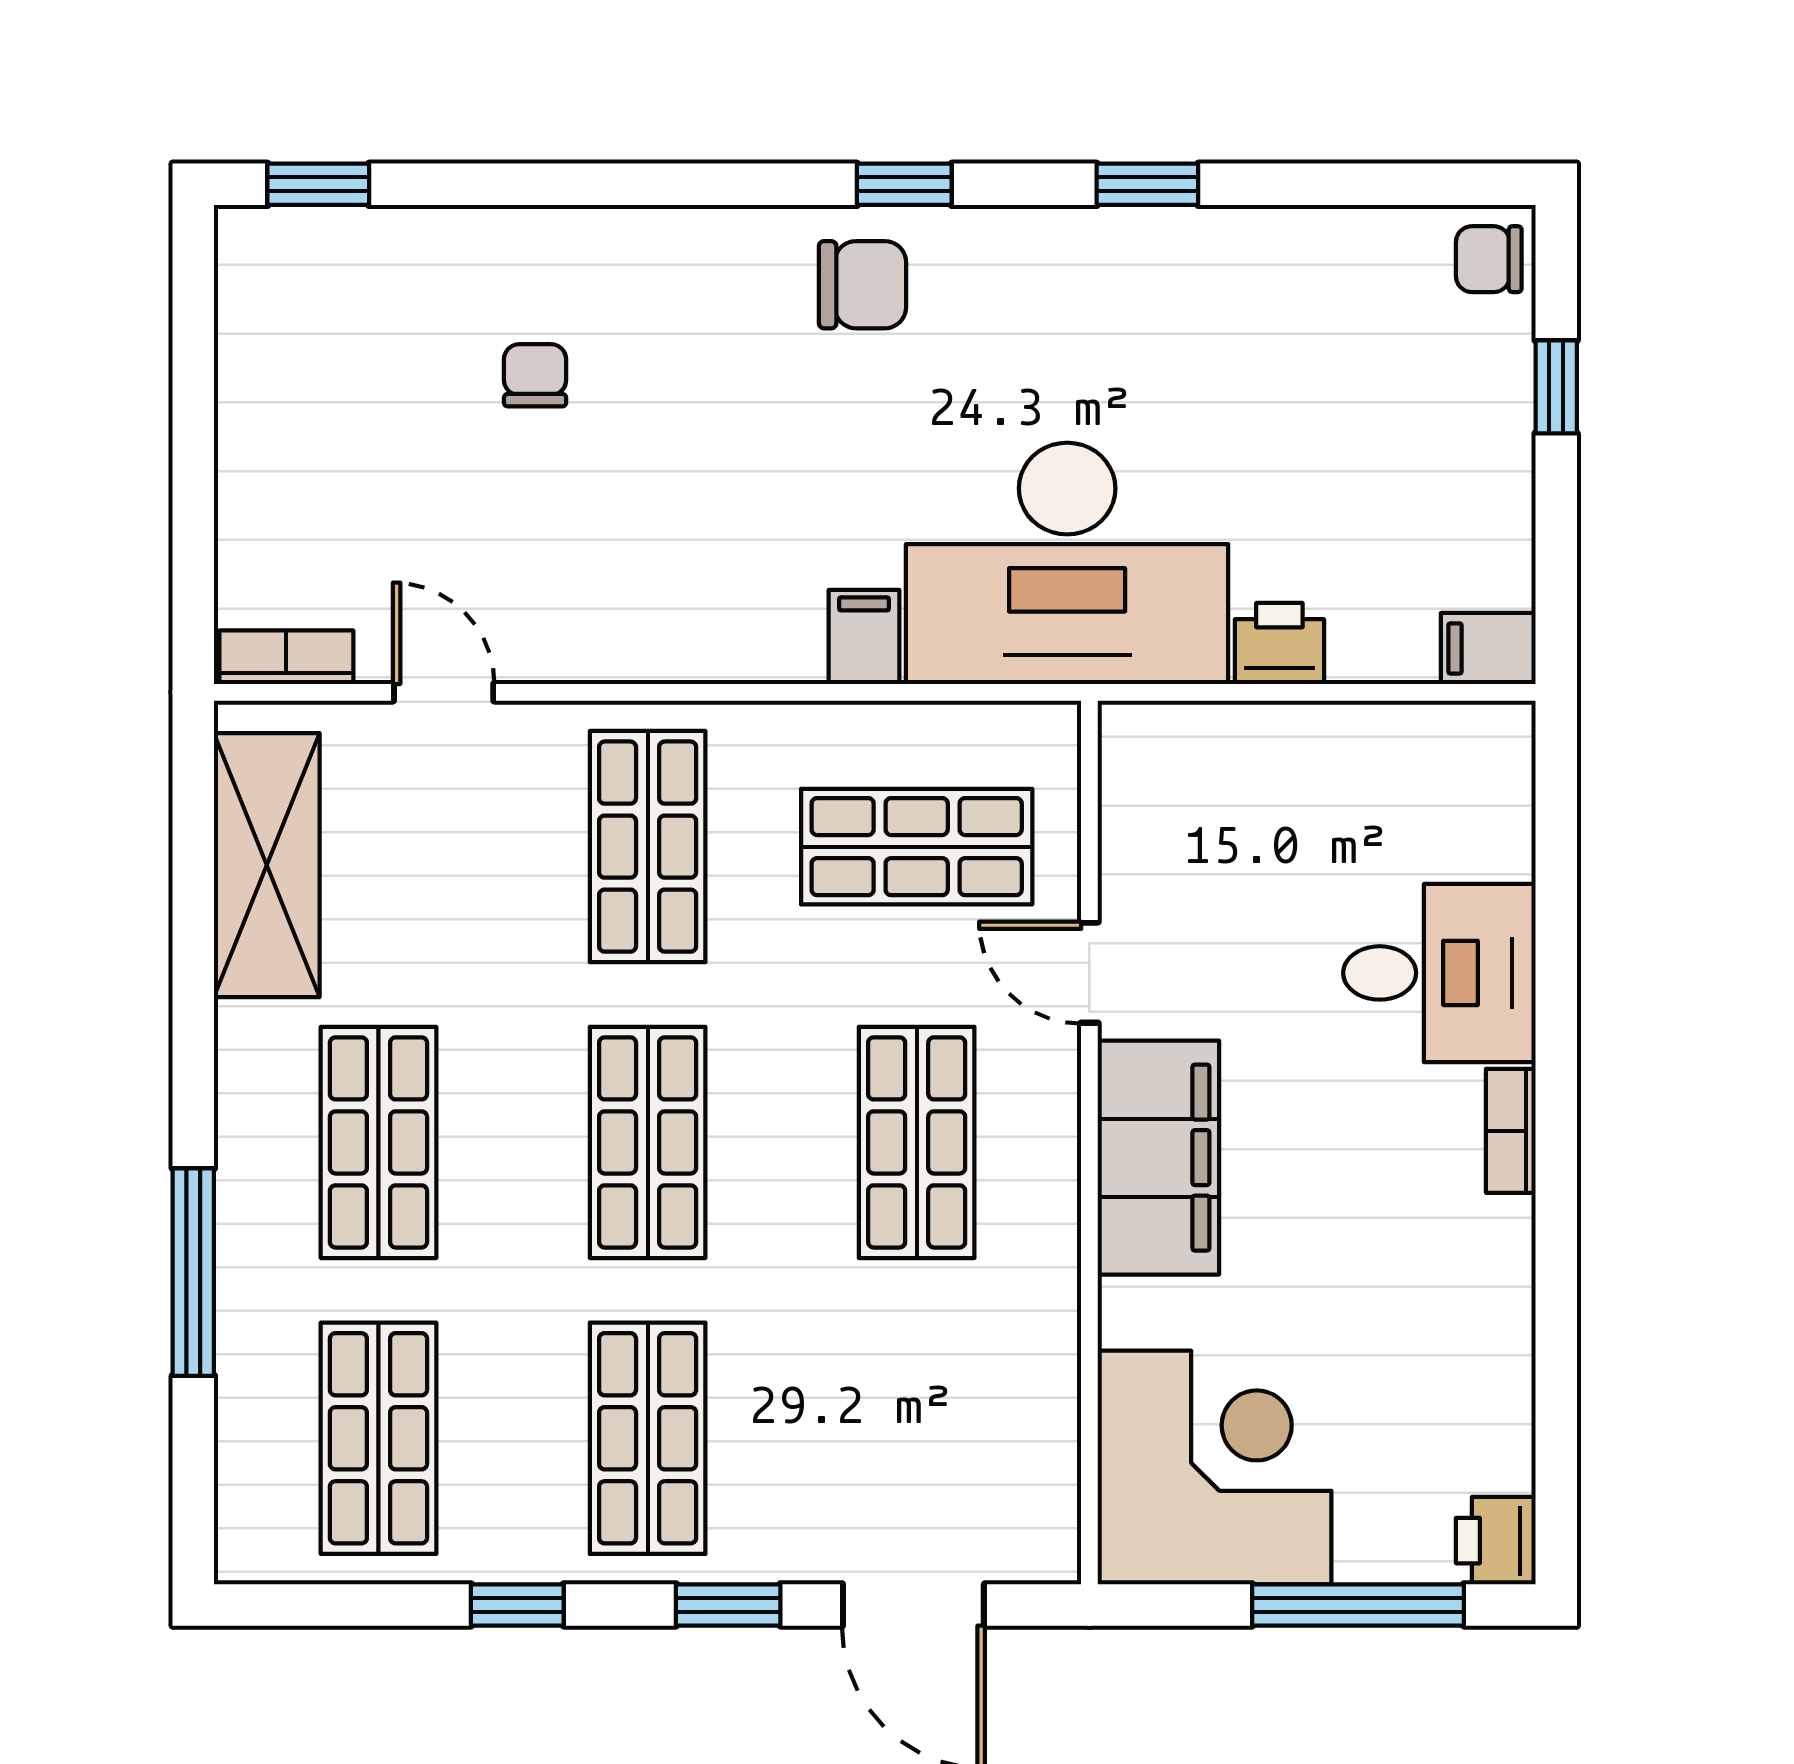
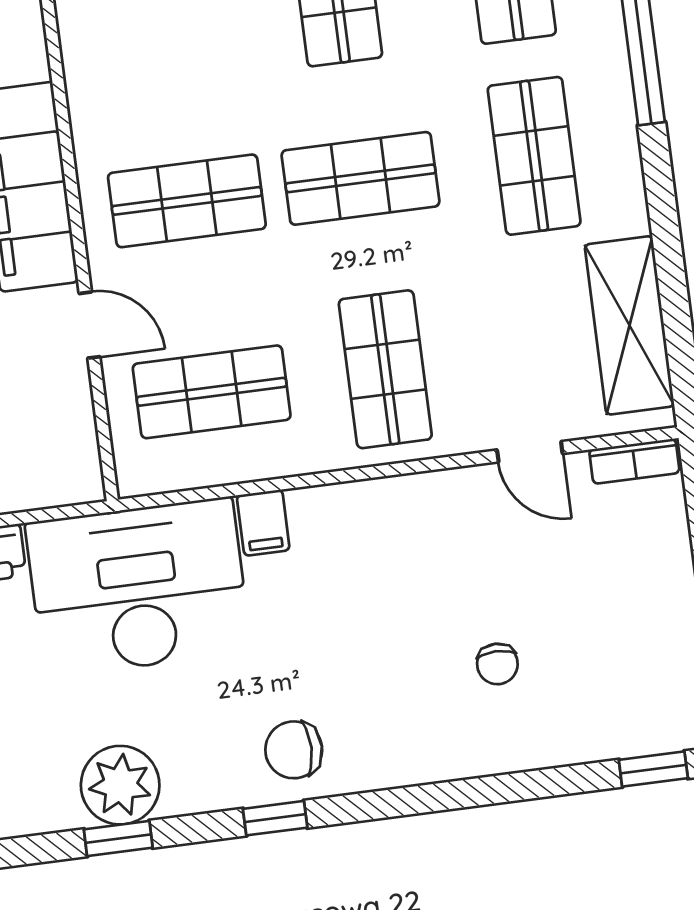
plant: (1134, 265) -> (120, 785), added
shop shelf: (648, 1142) -> (360, 178), turned 90
shop shelf: (917, 1142) -> (187, 201), turned 90

